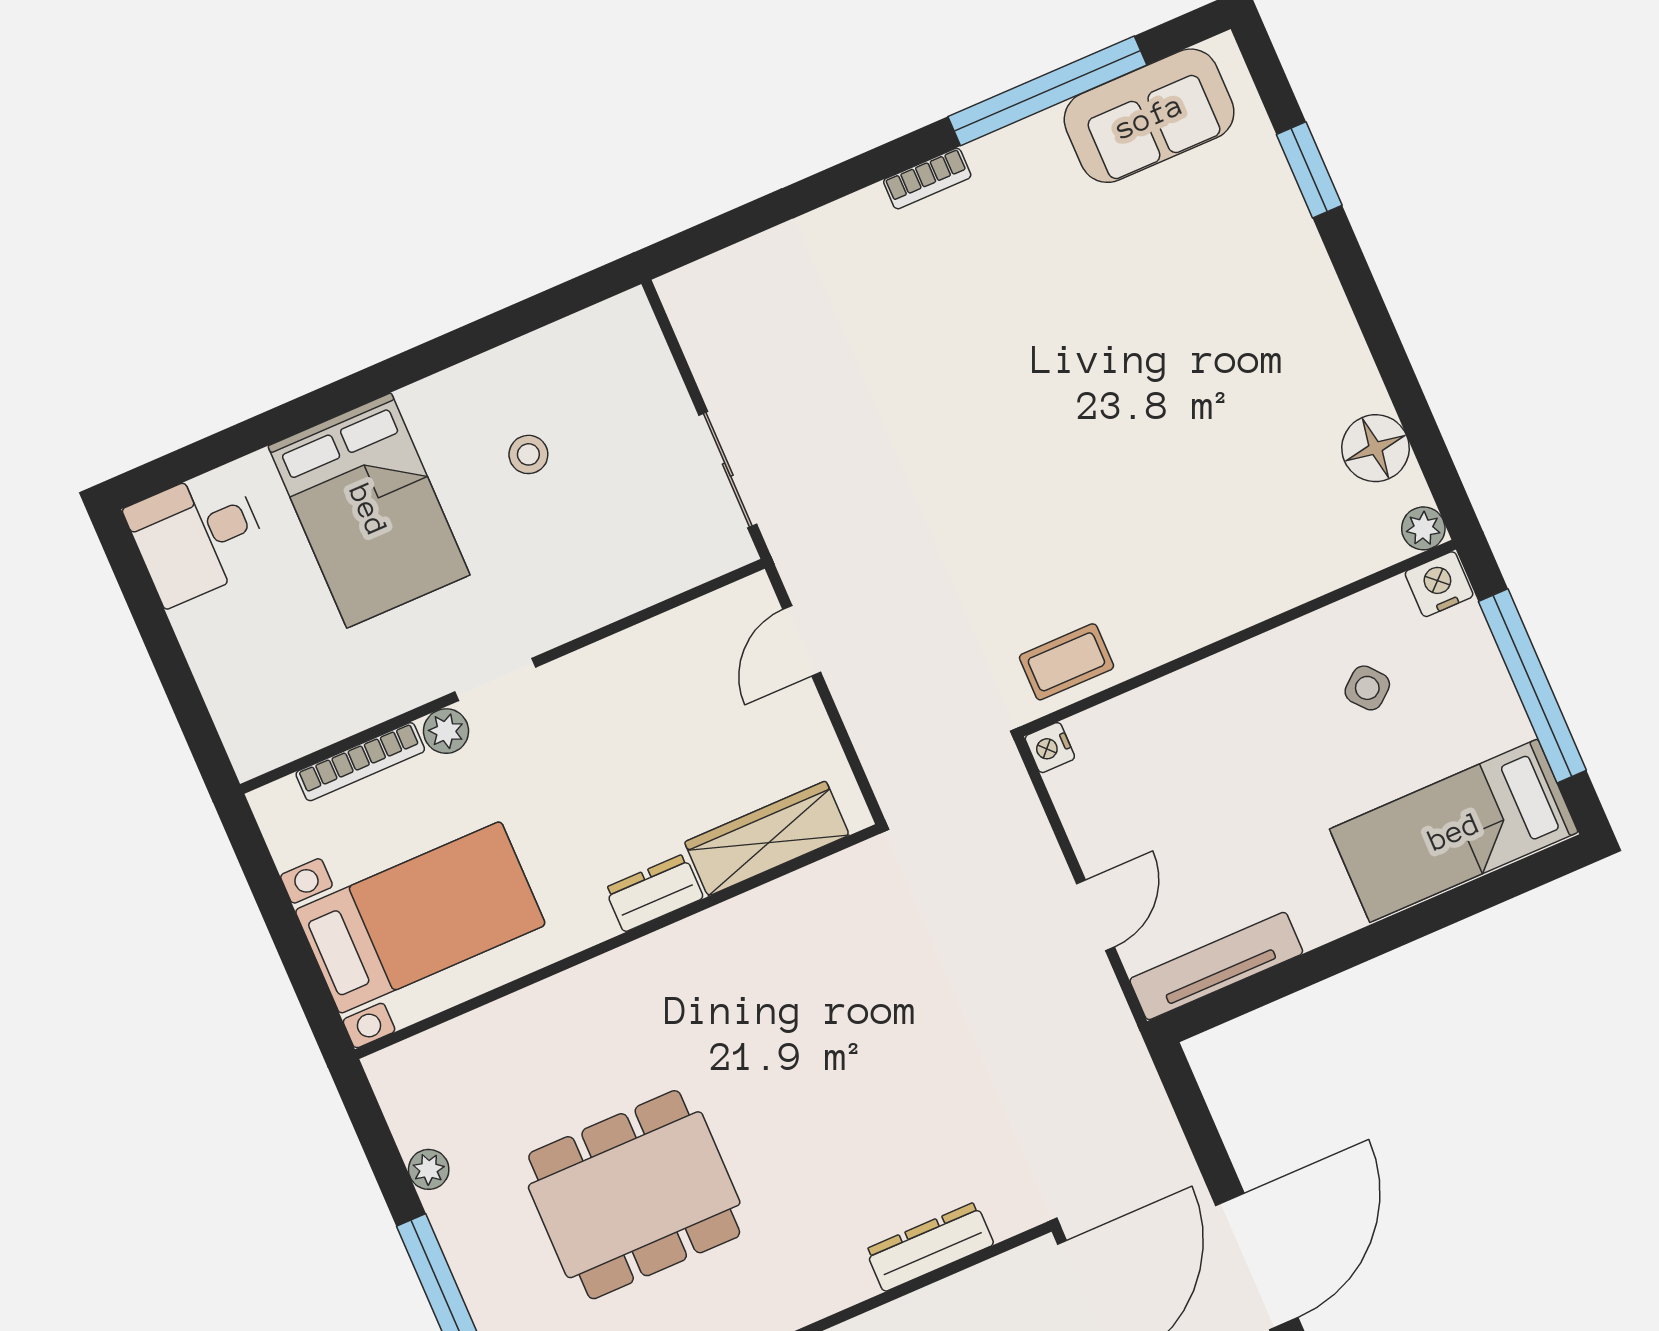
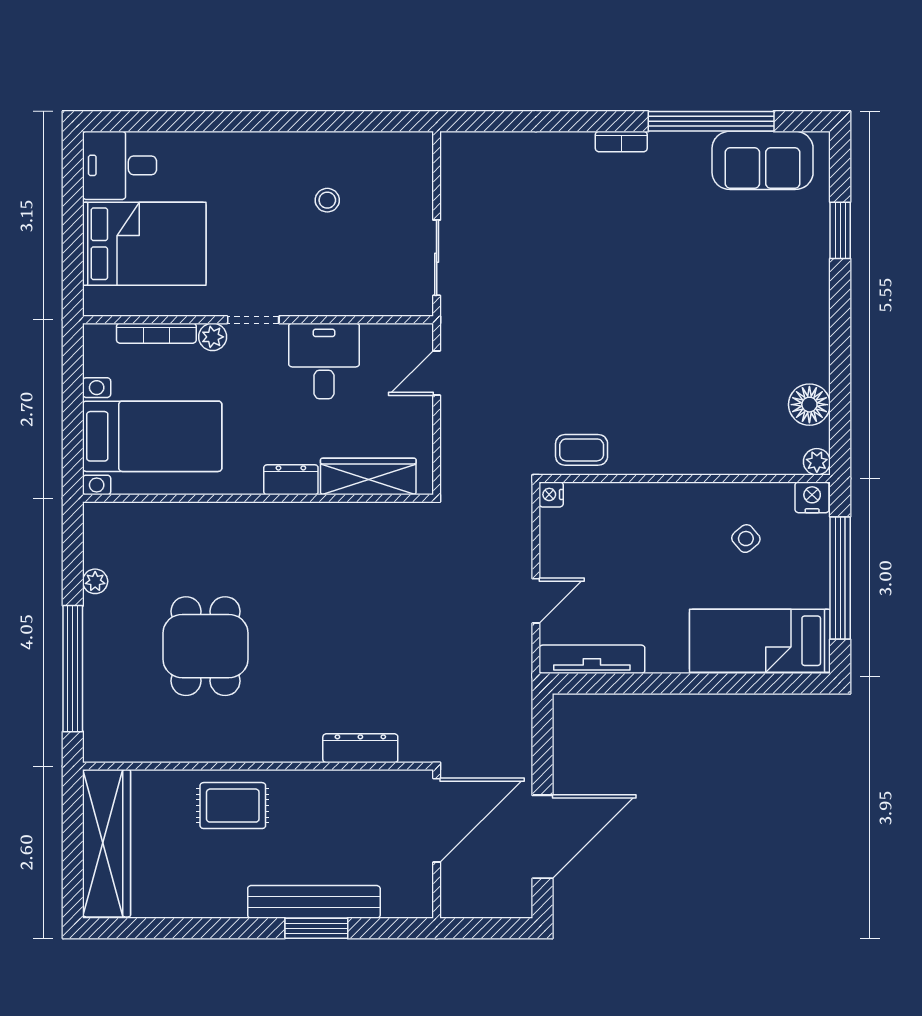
bed: (369, 510) -> (144, 244), moved, turned -90
desk: (627, 695) -> (324, 361), added
dining table: (634, 1195) -> (206, 646), width x0.73

